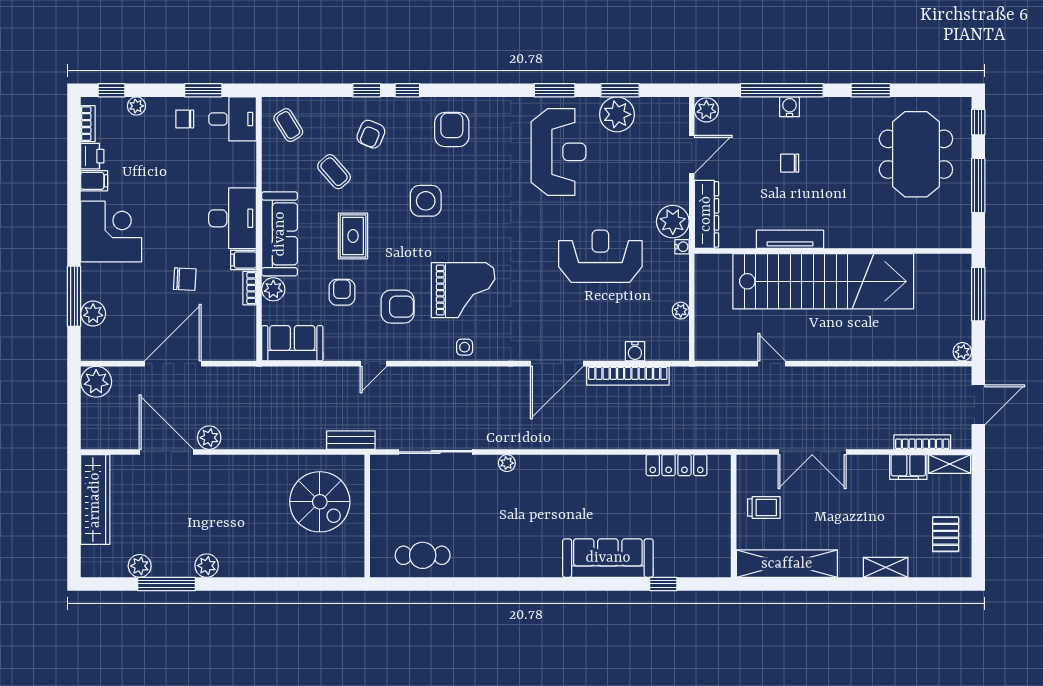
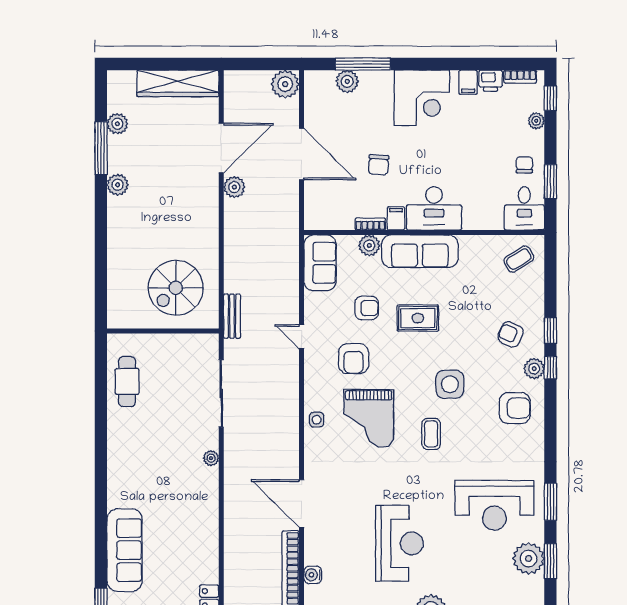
plant: (409, 108) -> (534, 369), added
coffee table: (334, 172) -> (431, 434), moved, turned -49

